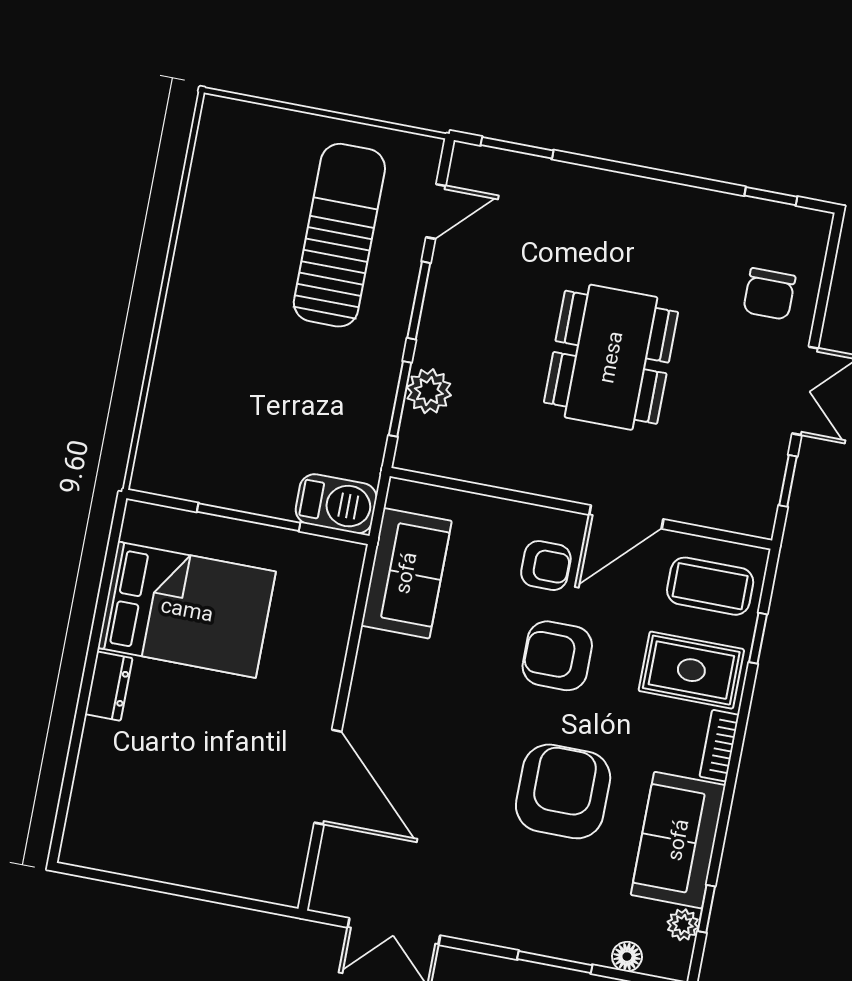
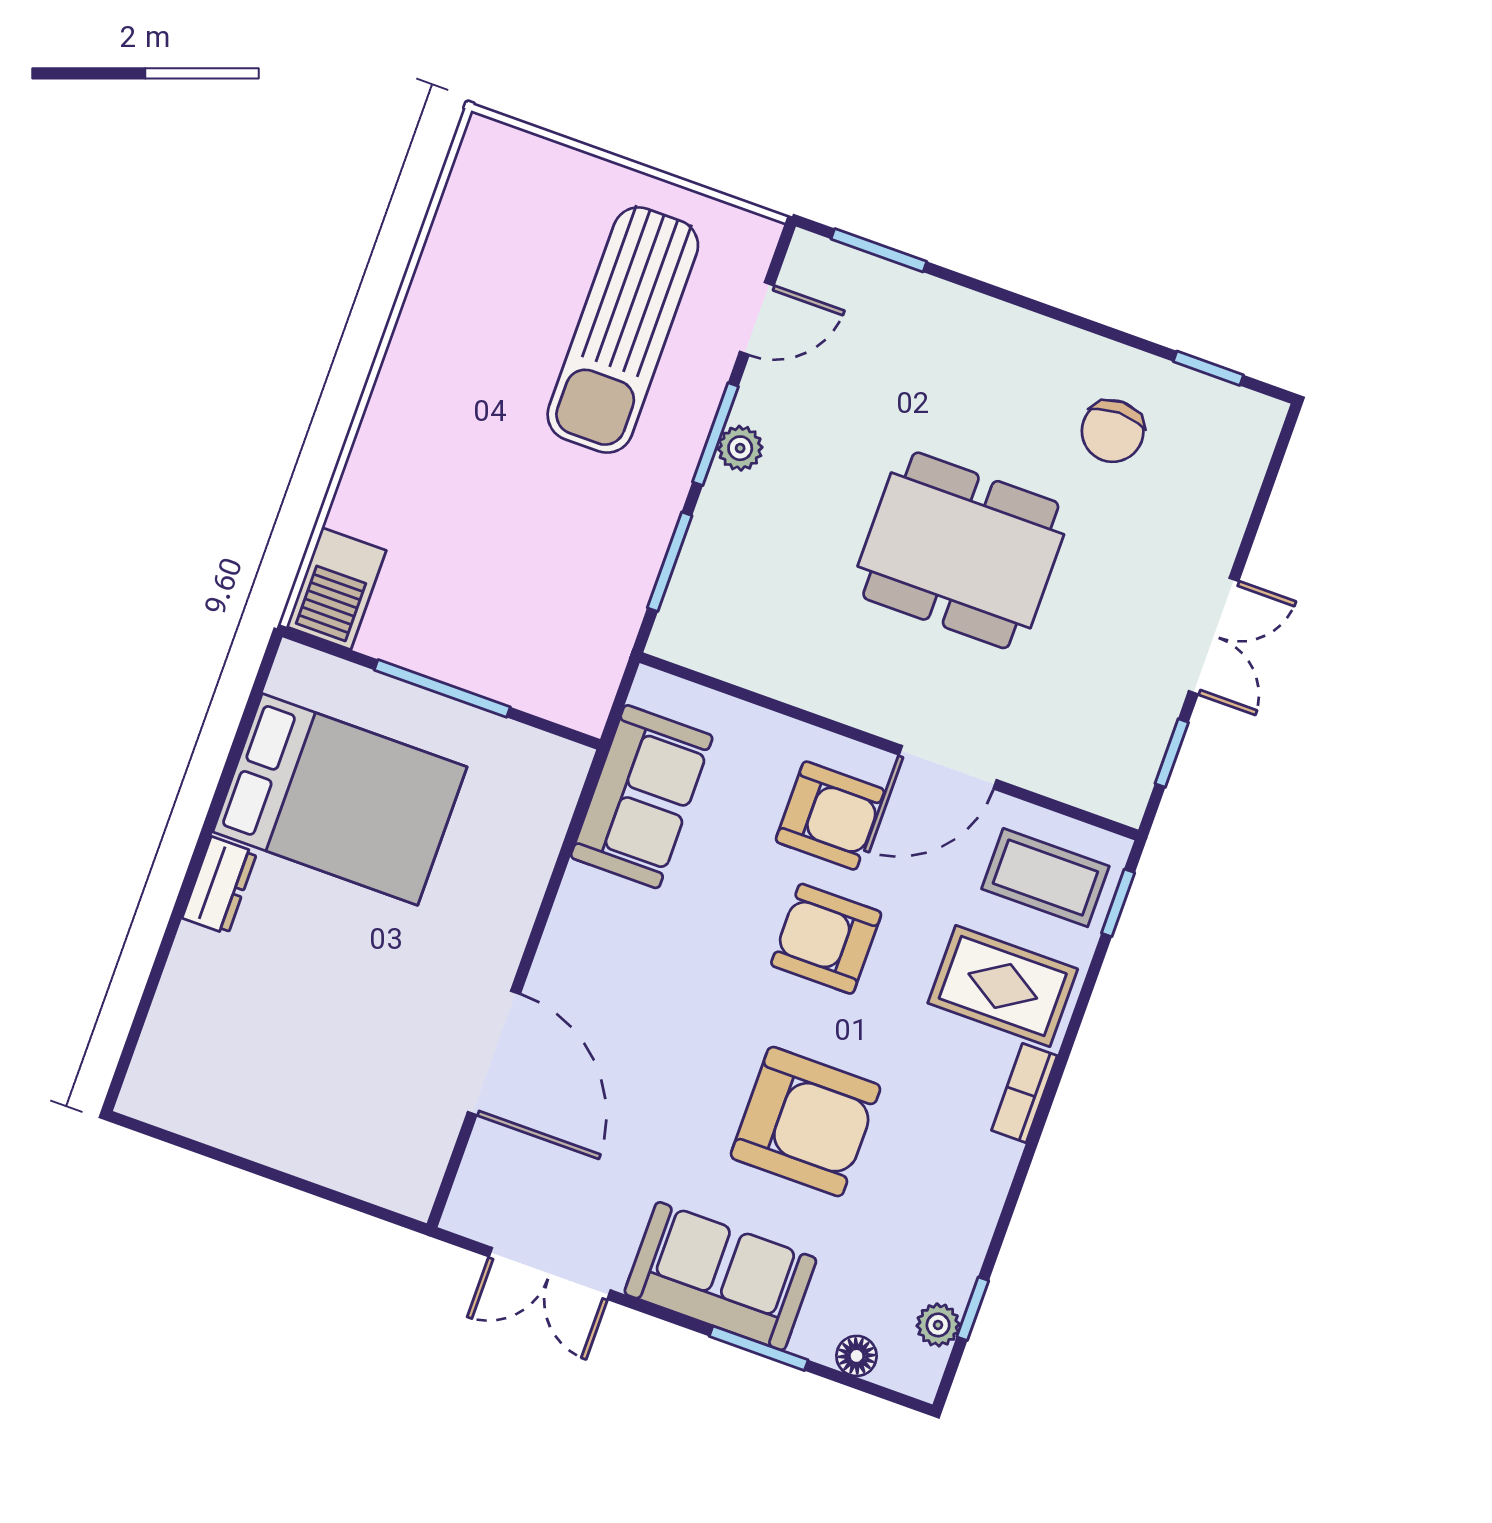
sun lounger: (339, 235) -> (623, 330), turned 180
chair: (769, 294) -> (1113, 431), moved
dining table: (611, 357) -> (961, 550), turned 90
plant: (429, 391) -> (740, 448), moved, width x0.73, depth x0.73
barbecue: (336, 504) -> (336, 589), moved, turned 90
armchair: (546, 566) -> (830, 816), width x1.38, depth x1.38
window: (758, 638) -> (1118, 903), moved
armchair: (563, 791) -> (805, 1122), turned 90
sofa: (678, 840) -> (720, 1276), moved, turned 90

